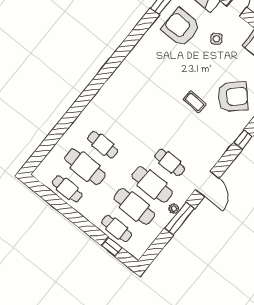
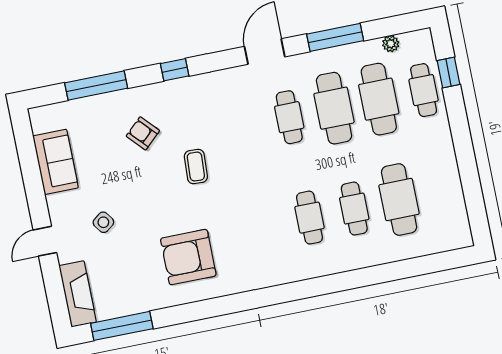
armchair: (181, 28) -> (188, 257), moved, turned 90
armchair: (233, 97) -> (143, 133), width x0.53, depth x0.53
cafe table: (67, 189) -> (309, 218), moved
plant: (174, 209) -> (391, 44), moved

